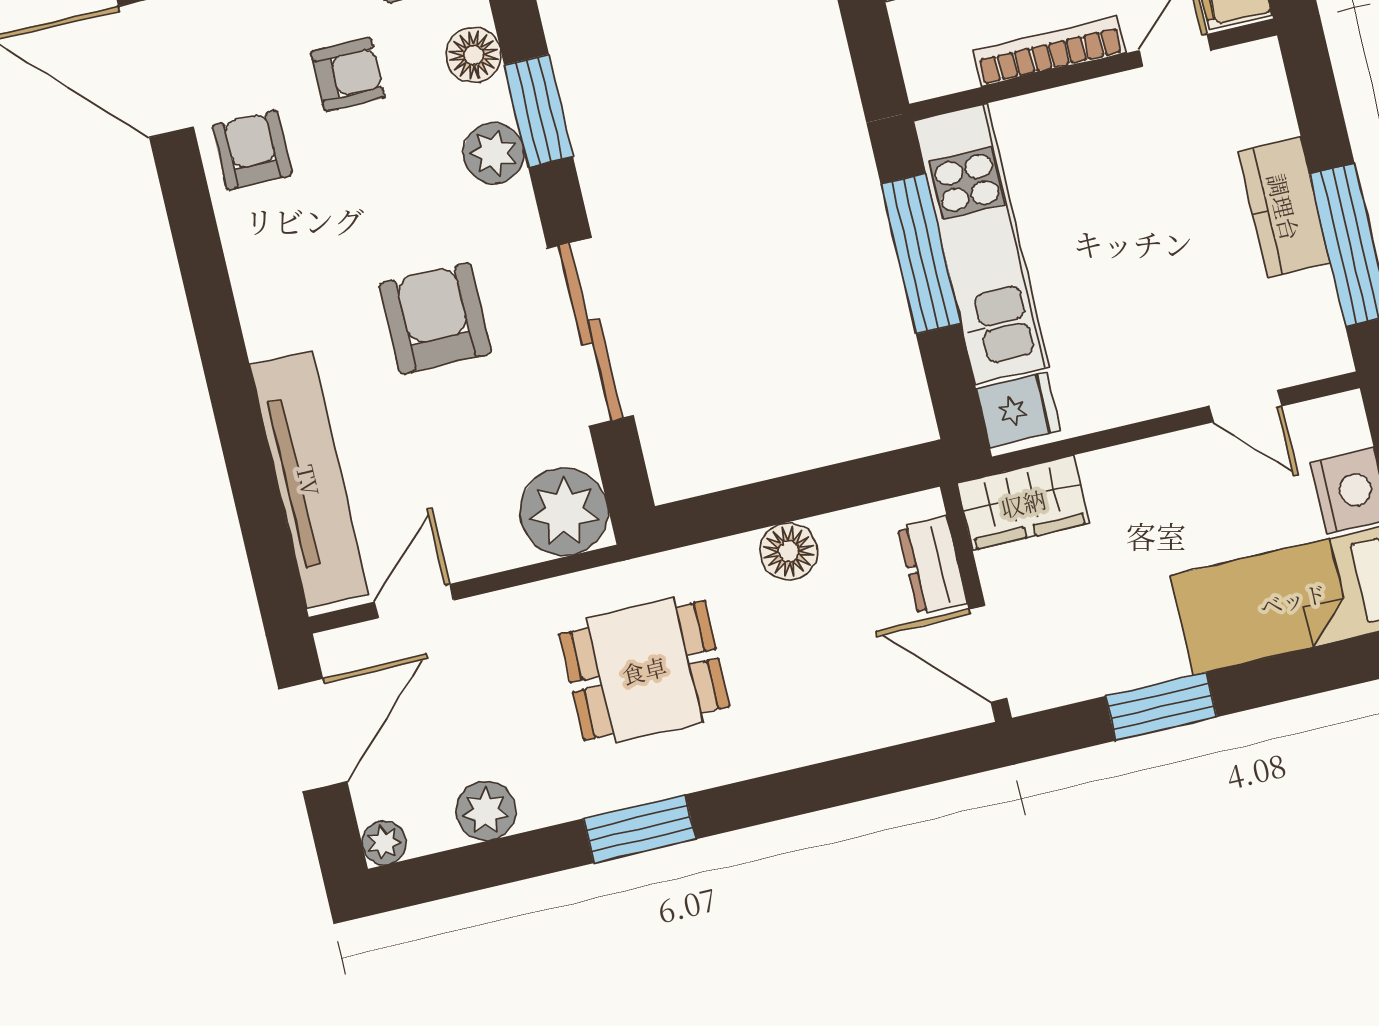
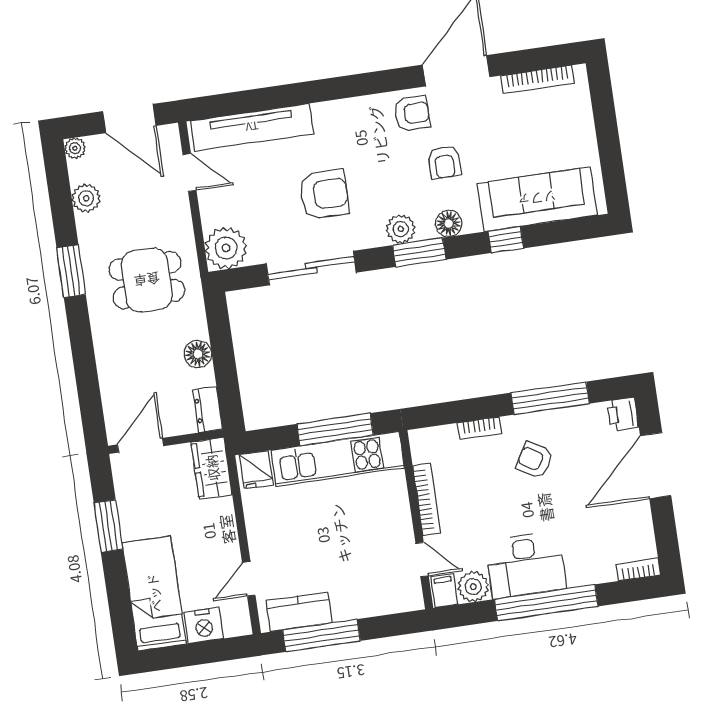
kitchen counter: (1284, 207) -> (299, 612), moved
dresser: (932, 565) -> (208, 410), moved, turned -90
dining table: (644, 670) -> (147, 280), turned 90

